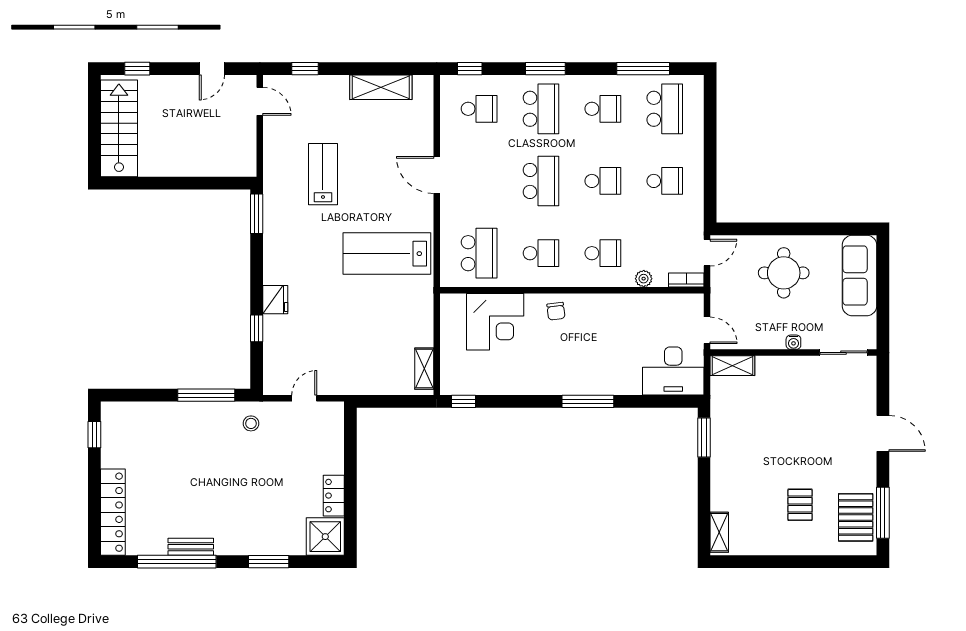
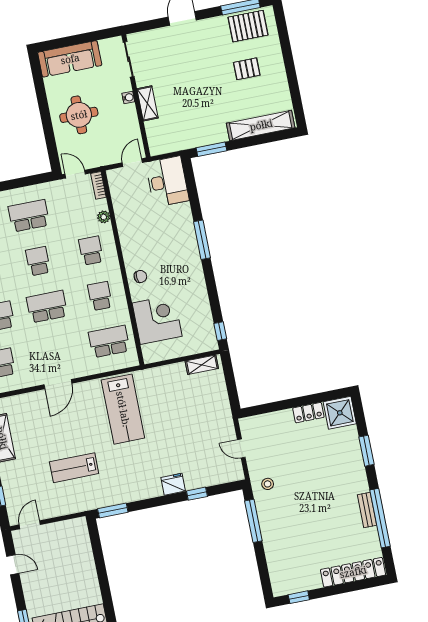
school desk: (665, 181) -> (29, 216), width x1.85
shelving: (732, 366) -> (147, 103), moved
shelving: (719, 532) -> (261, 125), width x2.20, depth x1.33

